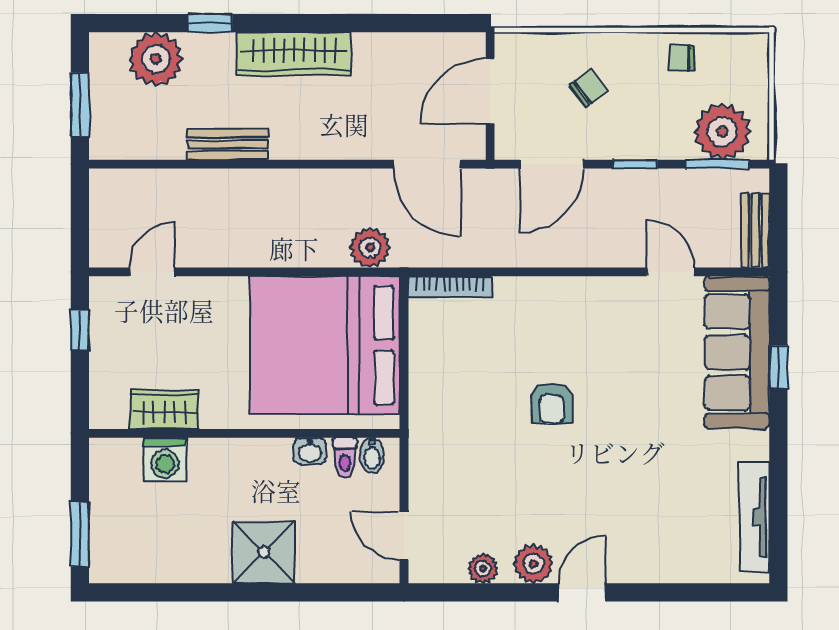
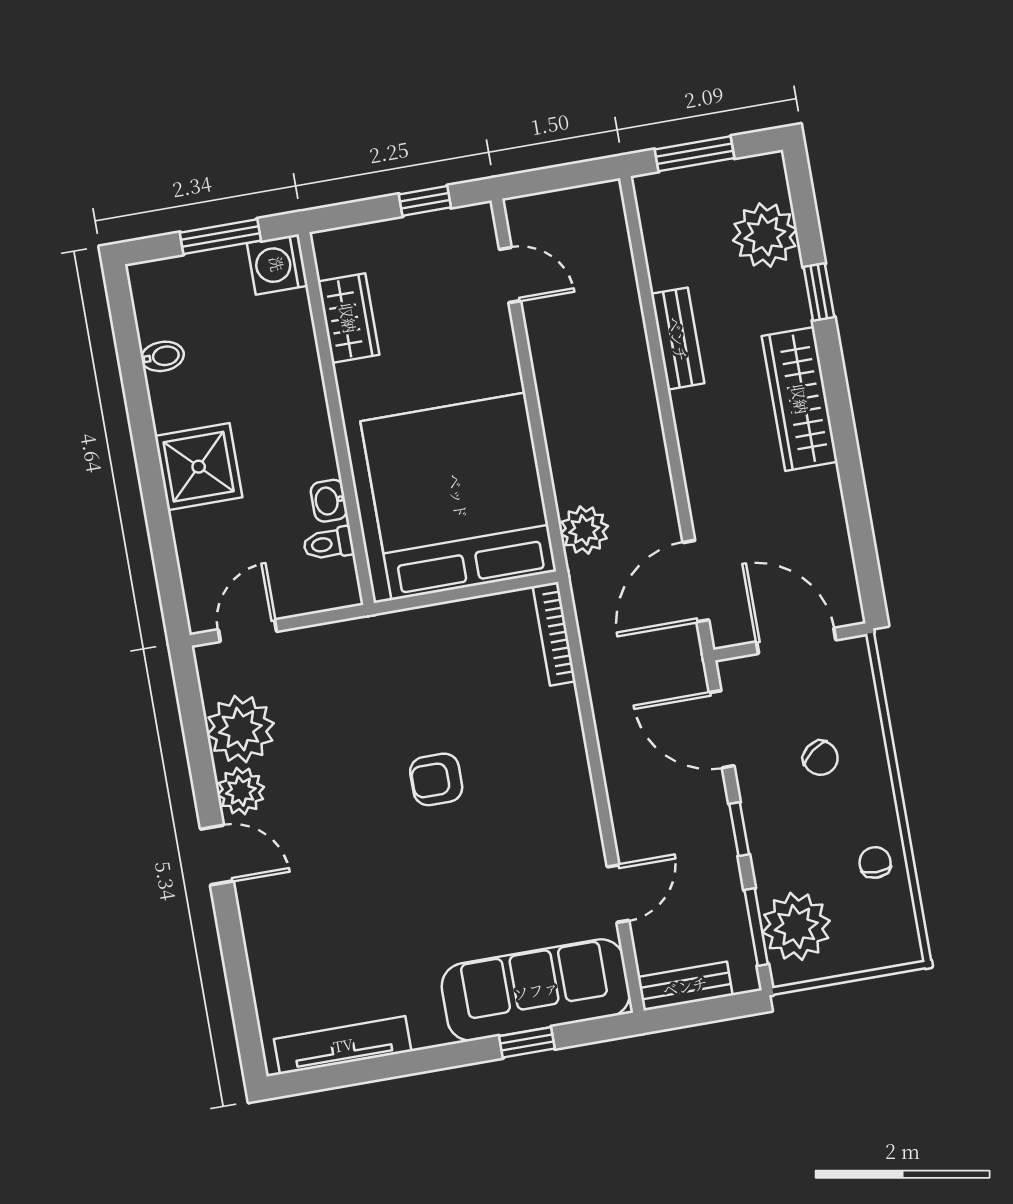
bidet: (372, 455) -> (163, 356), moved, turned 180
washing machine: (165, 459) -> (277, 264), moved
window: (80, 534) -> (220, 237), moved
plant: (483, 568) -> (240, 729), width x1.88, depth x1.88

